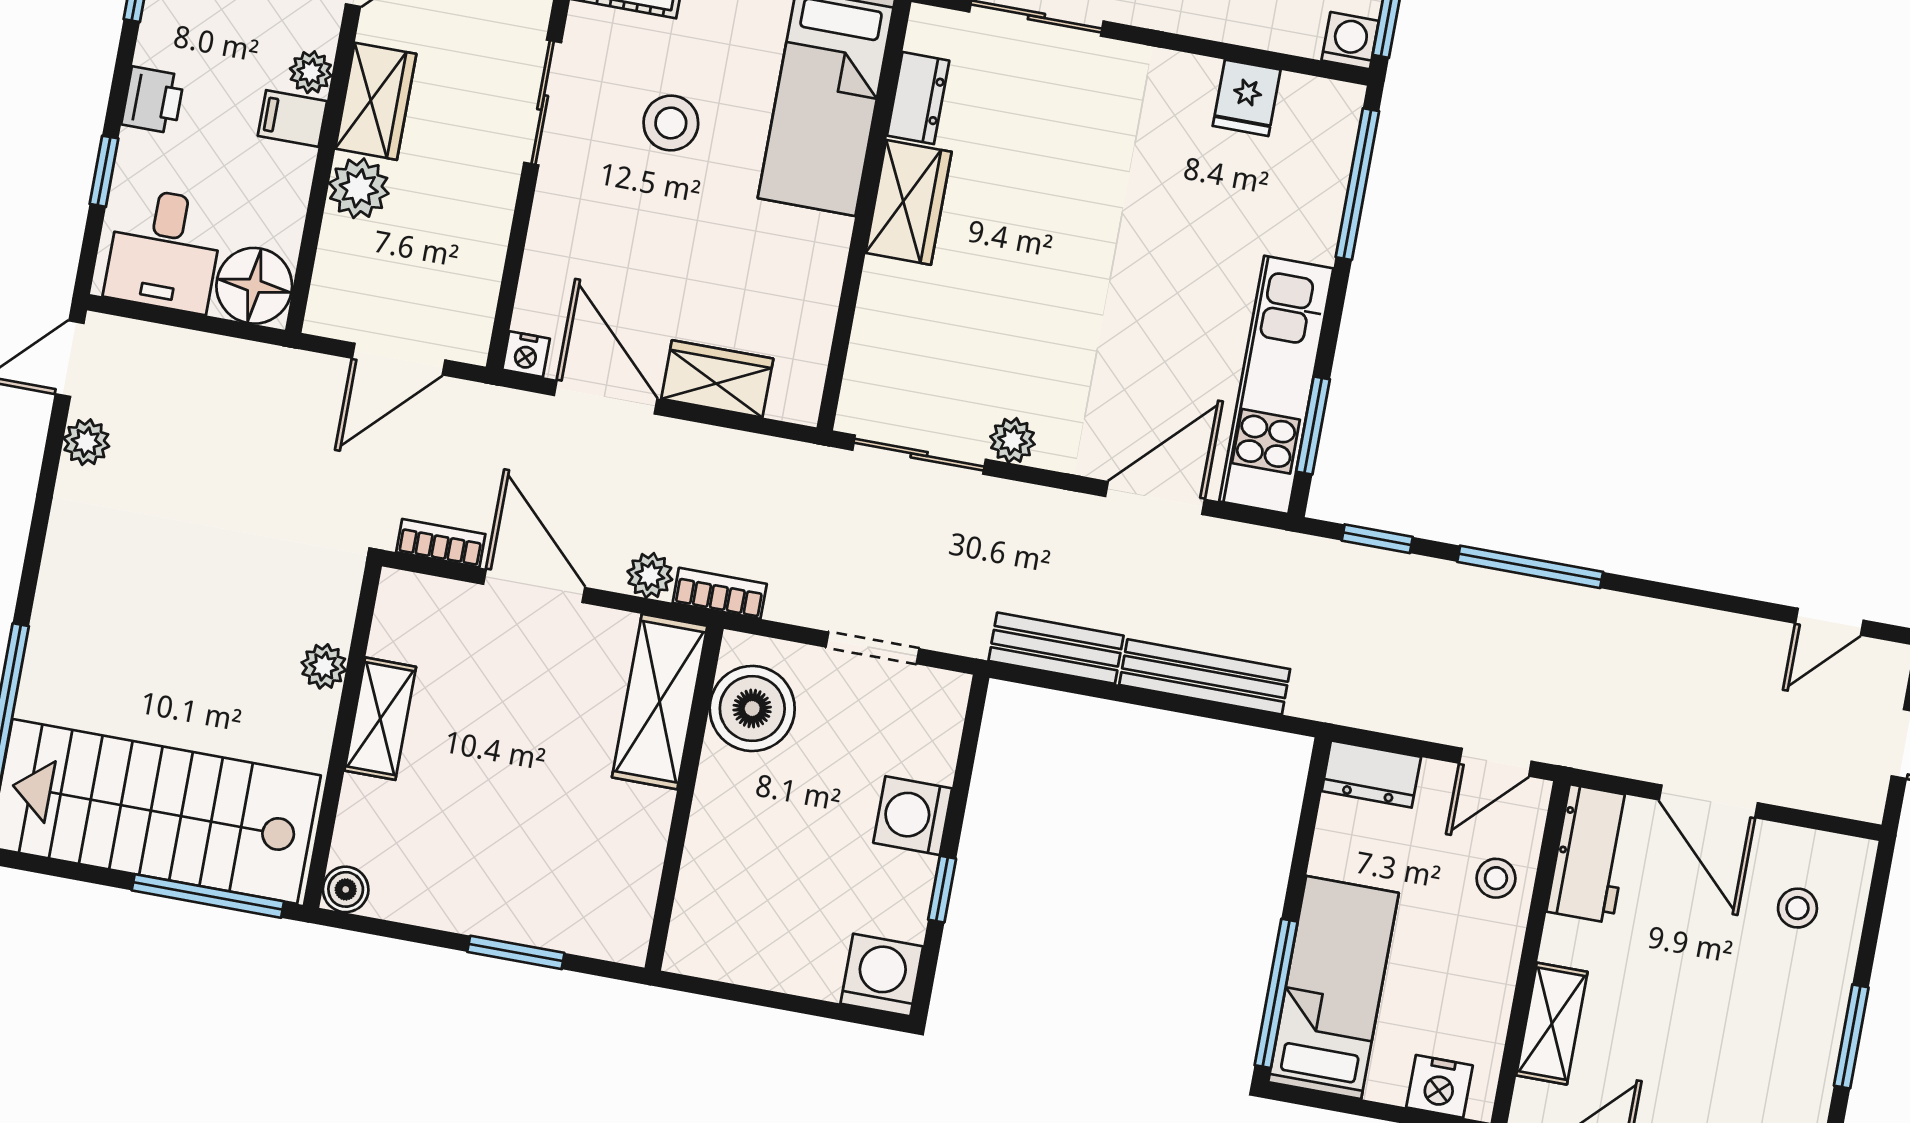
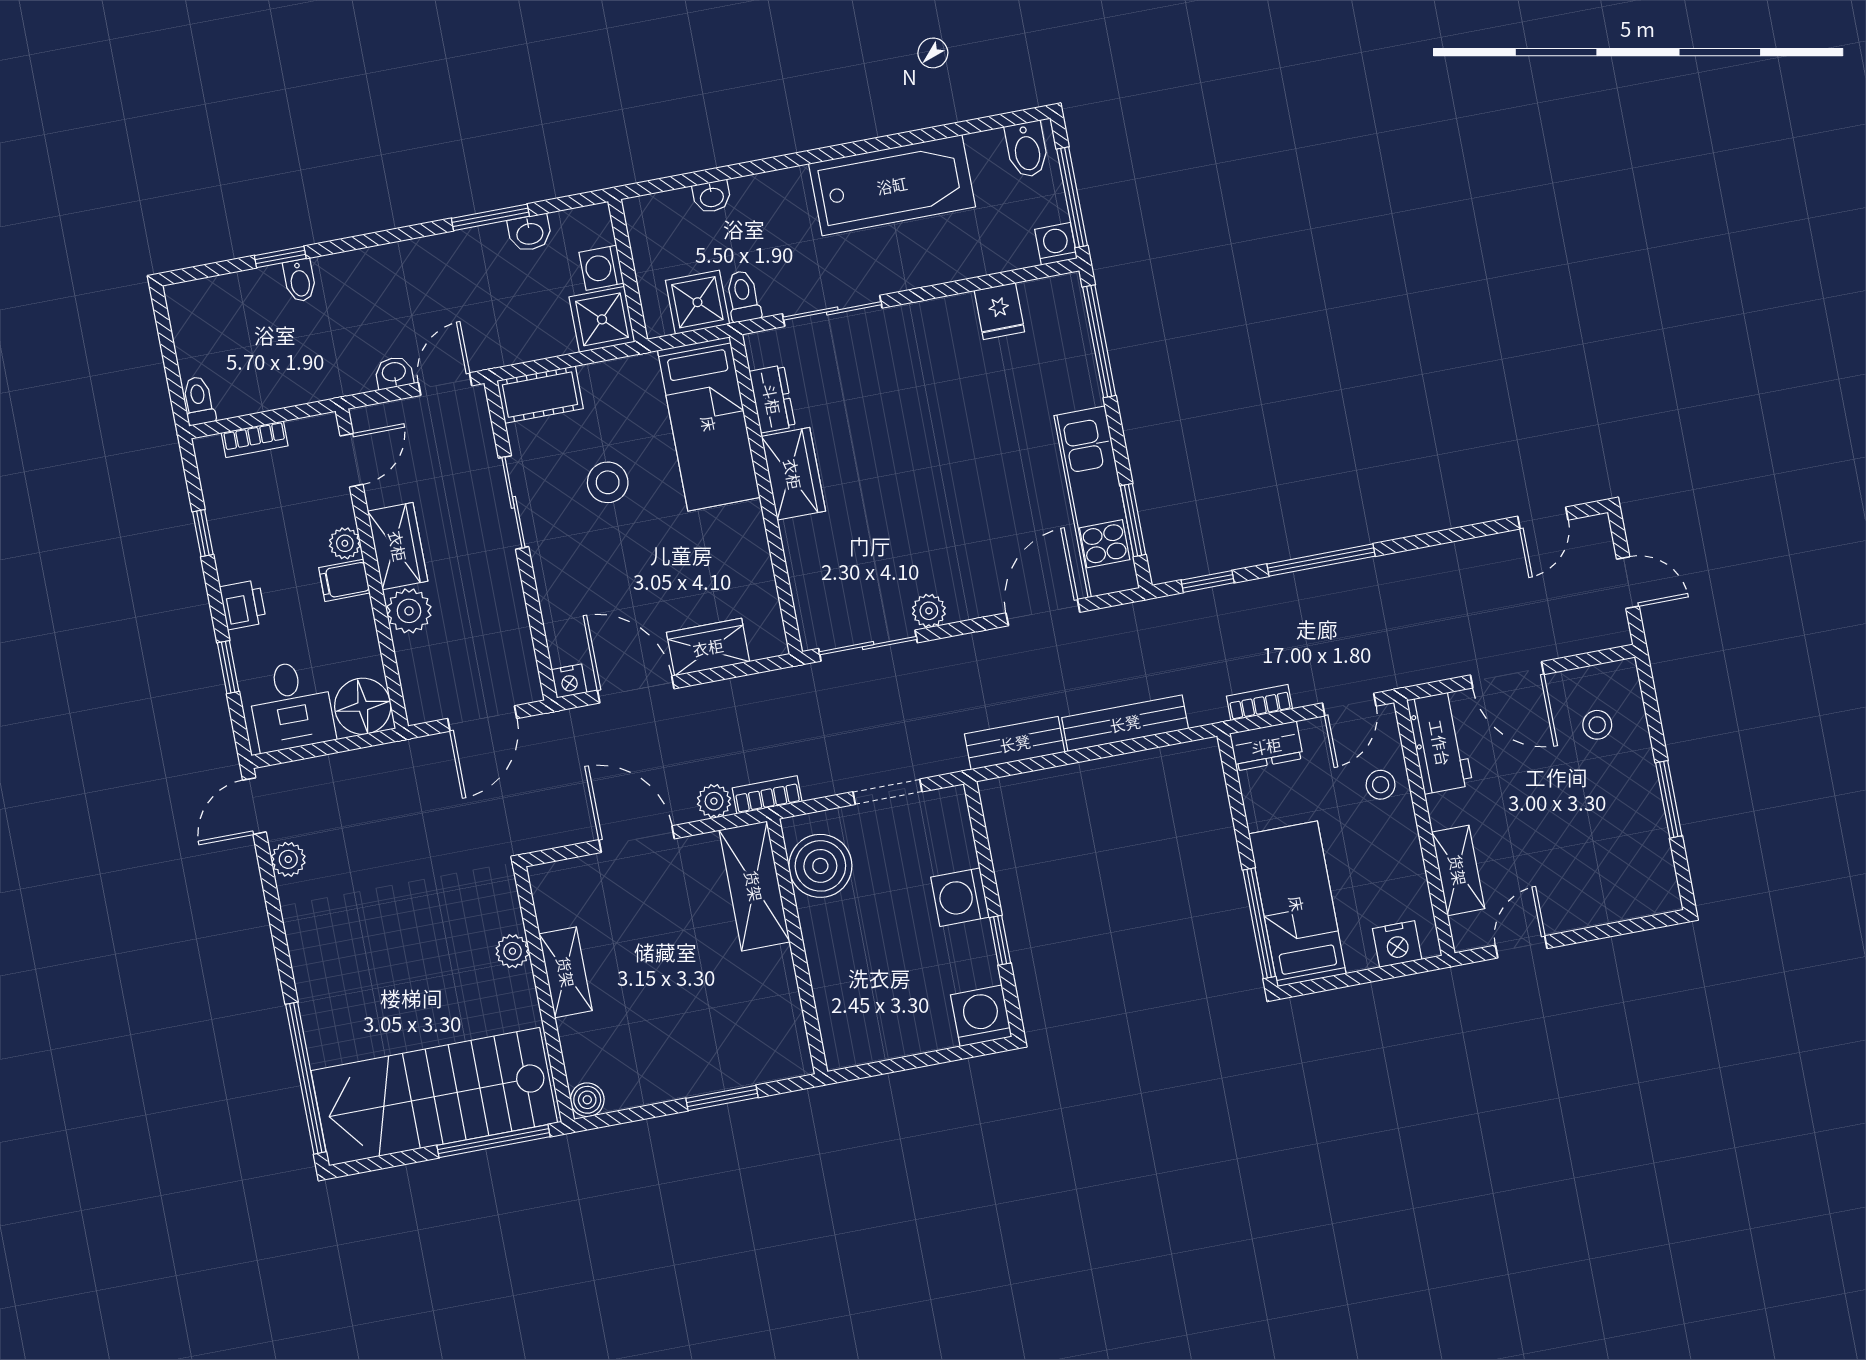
bookcase: (441, 543) -> (1259, 703), moved

